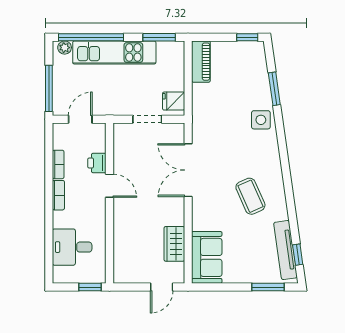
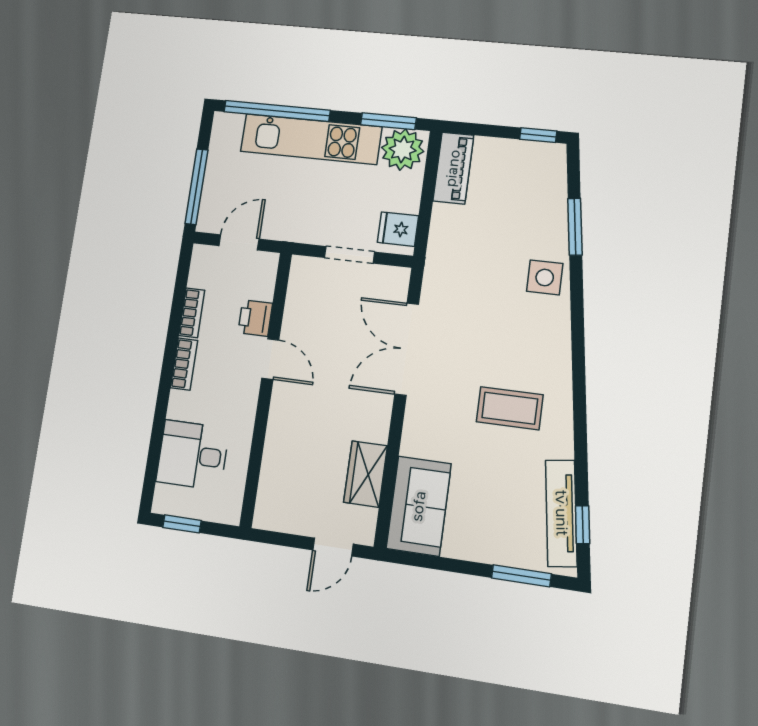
plant: (65, 48) -> (403, 150), moved, width x1.88, depth x1.88
coffee table: (250, 196) -> (510, 408), turned -66
window: (90, 287) -> (182, 524), moved

